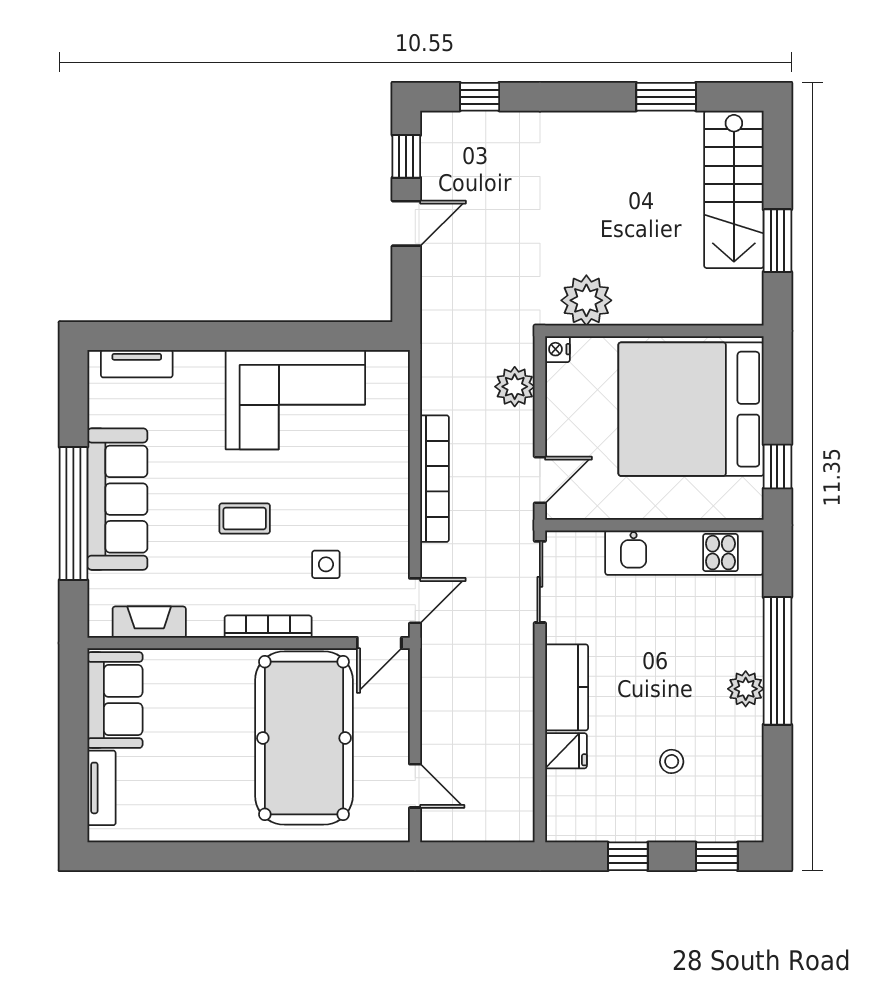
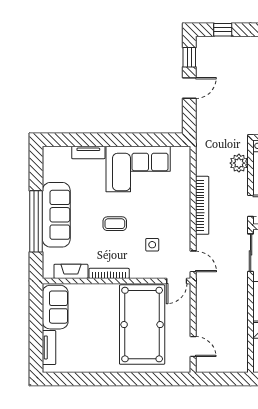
tv unit: (137, 364) -> (88, 153), moved
door: (415, 601) -> (193, 261), hinge flipped
bookcase: (268, 627) -> (109, 273), moved

